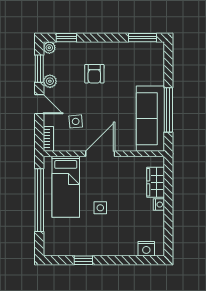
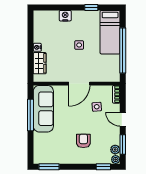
plant: (50, 81) -> (115, 150), moved
bed: (66, 187) -> (110, 32), moved, turned 180
nightstand: (146, 249) -> (65, 16), moved

